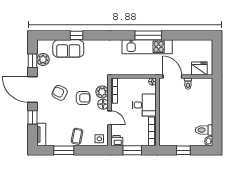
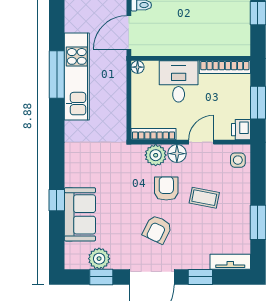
coffee table: (77, 136) -> (204, 198), moved

